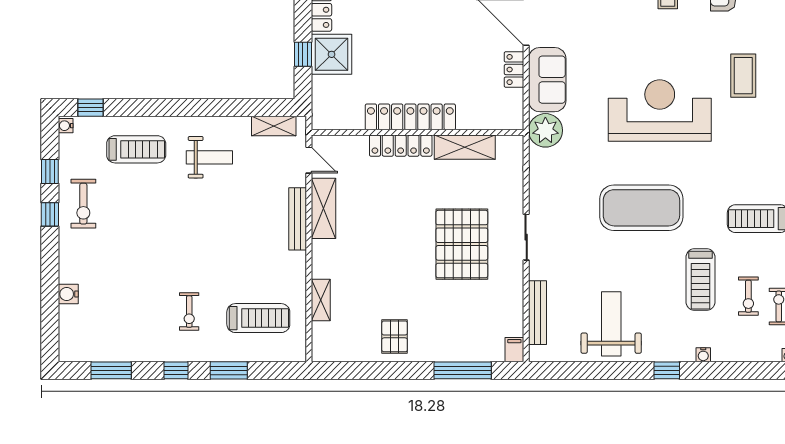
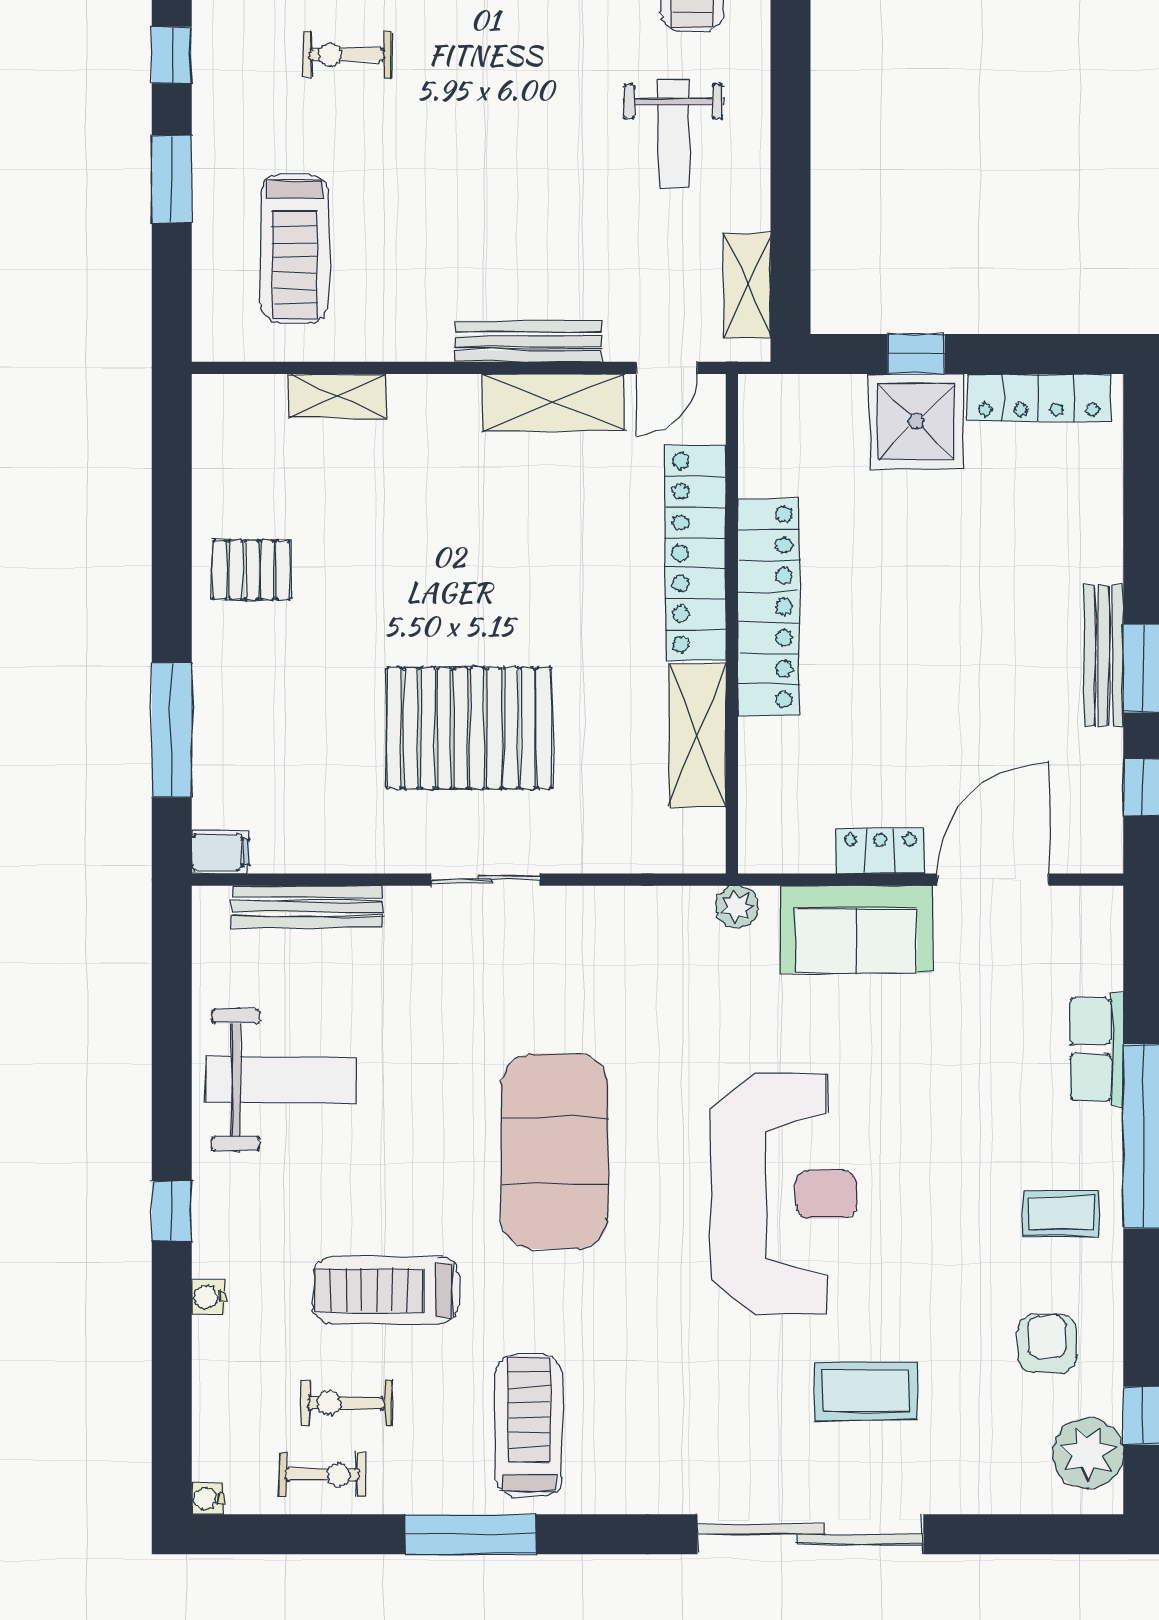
plant: (545, 130) -> (737, 907), width x0.53, depth x0.53
locker: (401, 146) -> (696, 553), width x1.41, depth x1.21
exercise bike: (189, 312) -> (347, 54), moved

